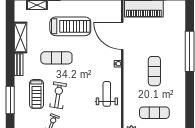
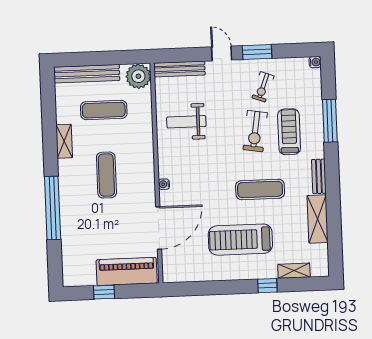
door: (122, 36) -> (159, 228), hinge flipped
weight bench: (107, 94) -> (186, 122), moved, turned 90
shelving: (180, 94) -> (64, 141), added

